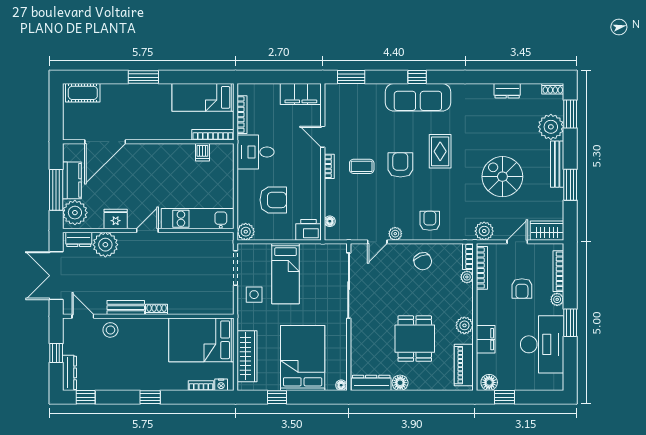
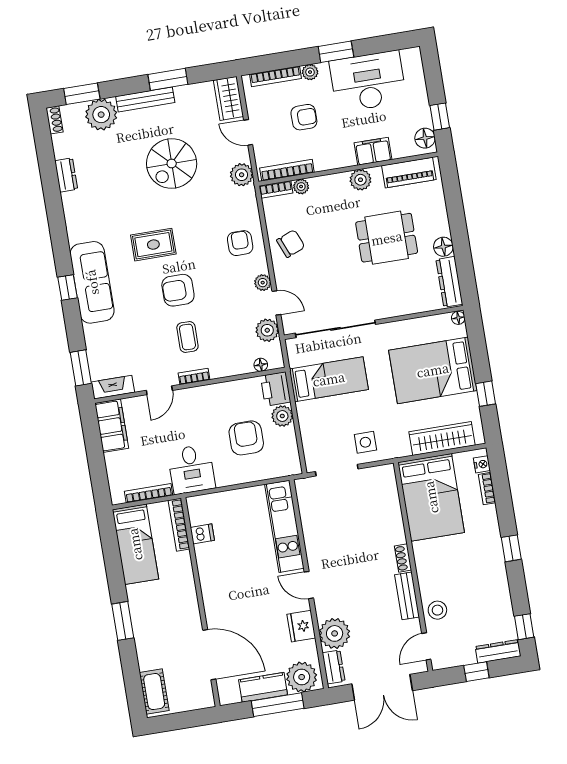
fireplace: (332, 100) -> (113, 387), added
armchair: (430, 221) -> (240, 243), turned 90
plant: (357, 231) -> (267, 330), added
plant: (246, 232) -> (282, 416), moved
bed: (286, 274) -> (329, 379), moved

